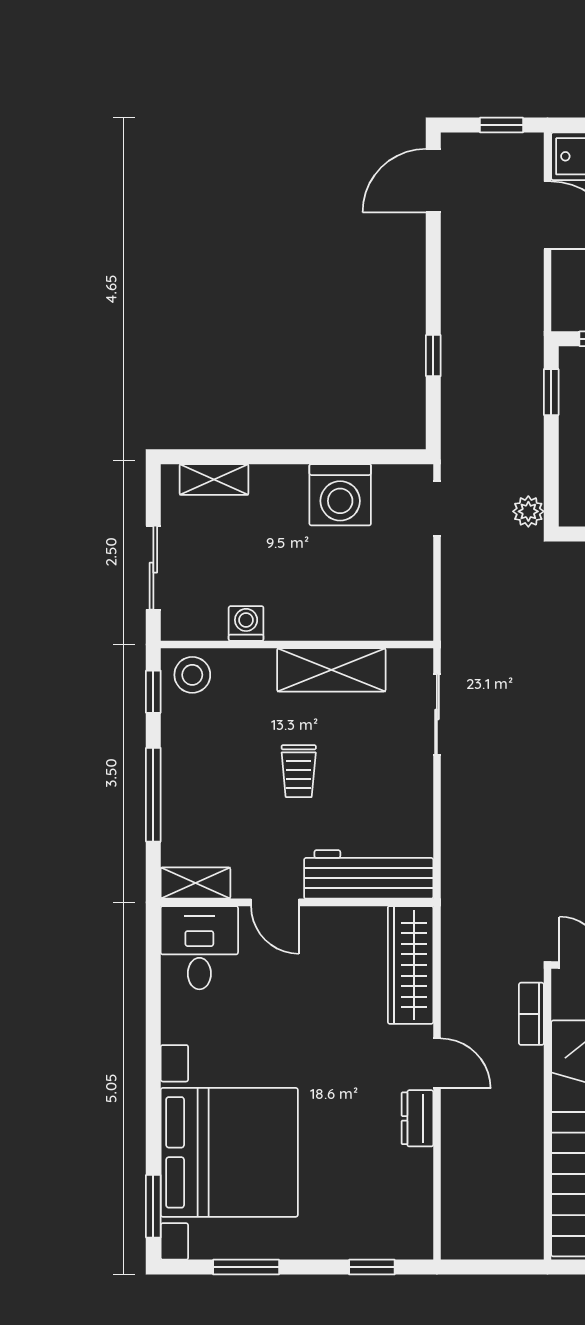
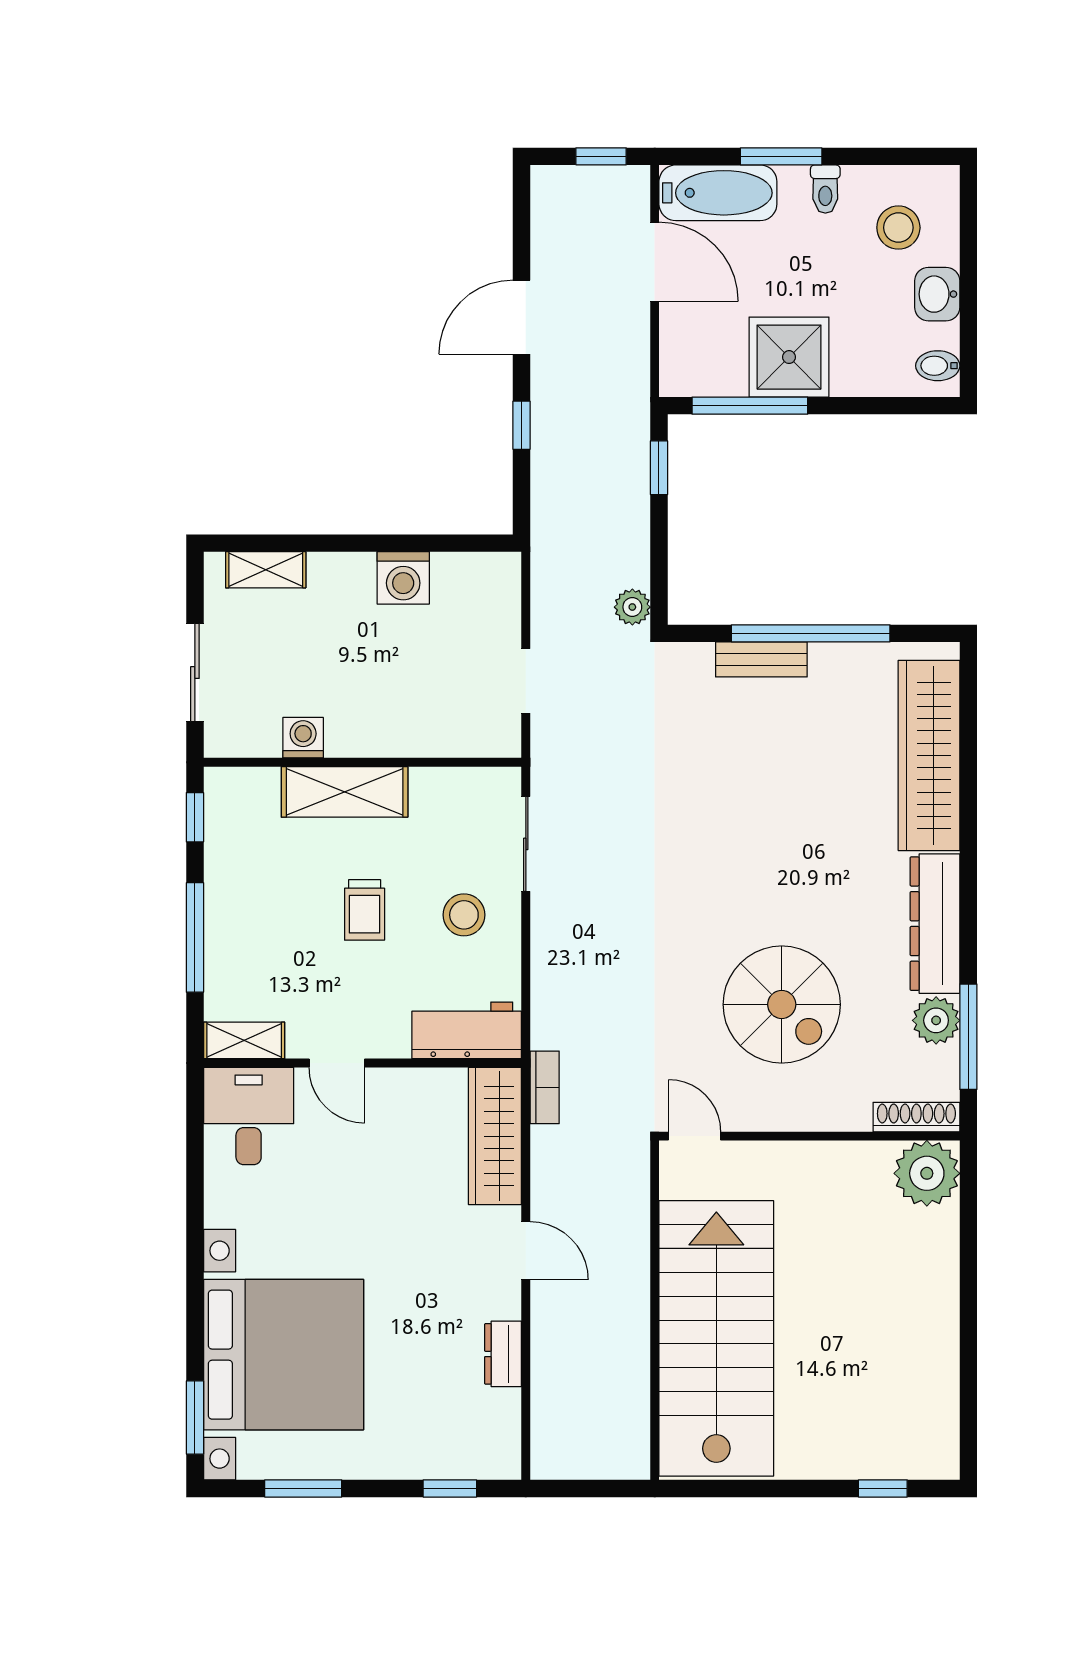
door: (433, 181) -> (521, 317), moved
washing machine: (340, 495) -> (403, 578), width x0.73, depth x0.73
doorway: (437, 508) -> (526, 681), moved
shelving: (331, 670) -> (345, 792), moved
stool: (192, 675) -> (464, 915), moved
workbench: (369, 874) -> (467, 1030), width x0.73
bookcase: (531, 1014) -> (545, 1087), moved, turned 180
dresser: (417, 1118) -> (503, 1354), moved

